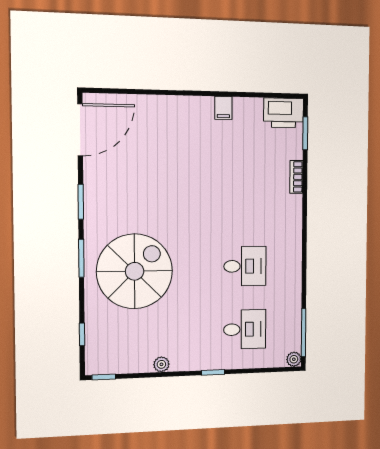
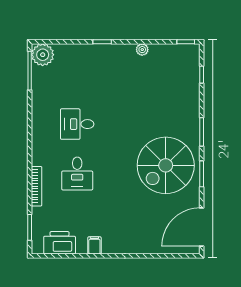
printer: (284, 113) -> (60, 243), moved
bookcase: (296, 177) -> (37, 186), width x1.56
spiral stairs: (135, 271) -> (166, 165), moved
desk: (245, 329) -> (77, 174), moved, turned -90
plant: (294, 359) -> (43, 55), width x1.88, depth x1.88

